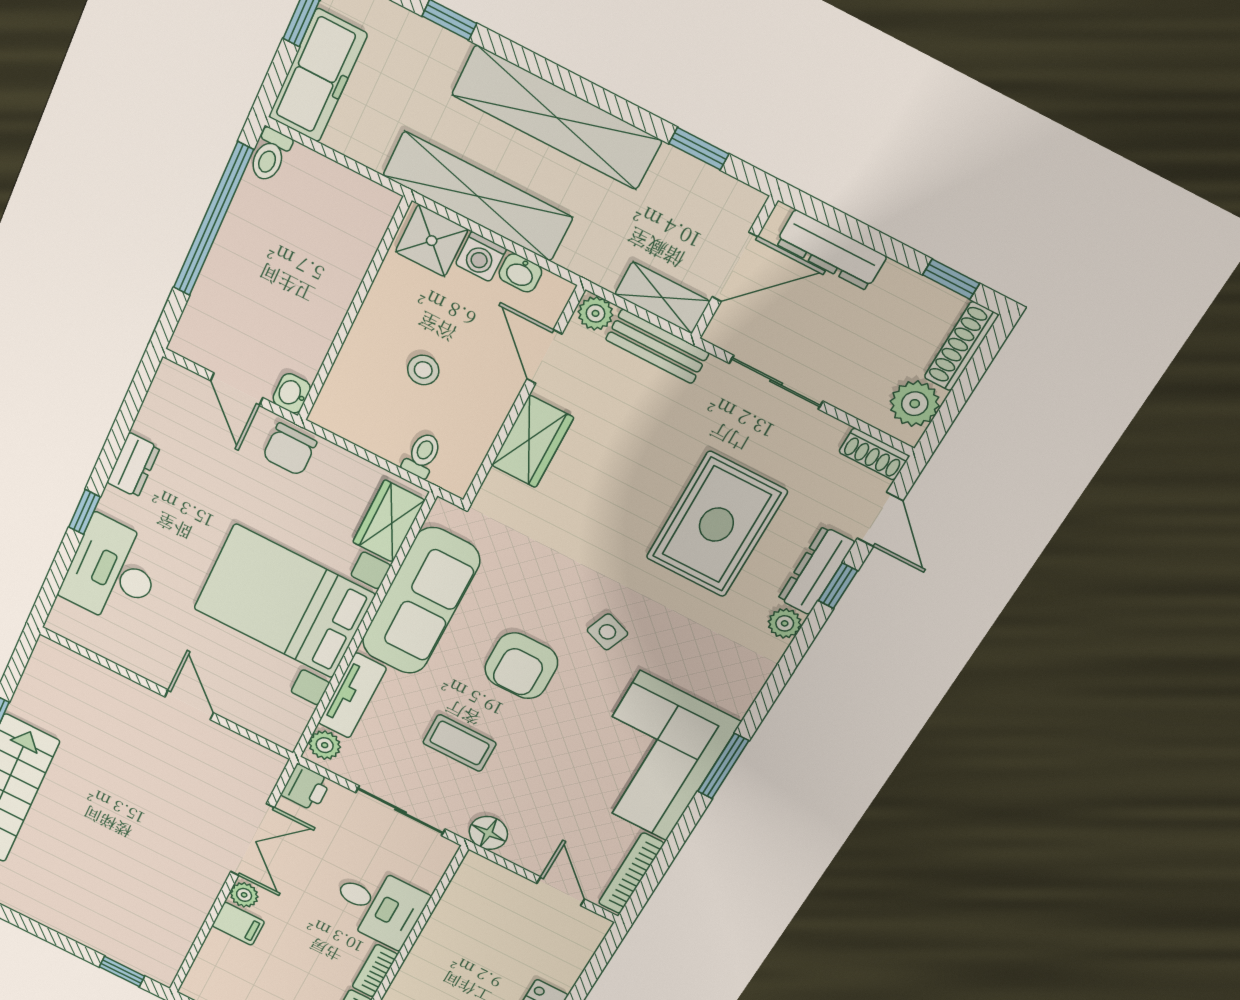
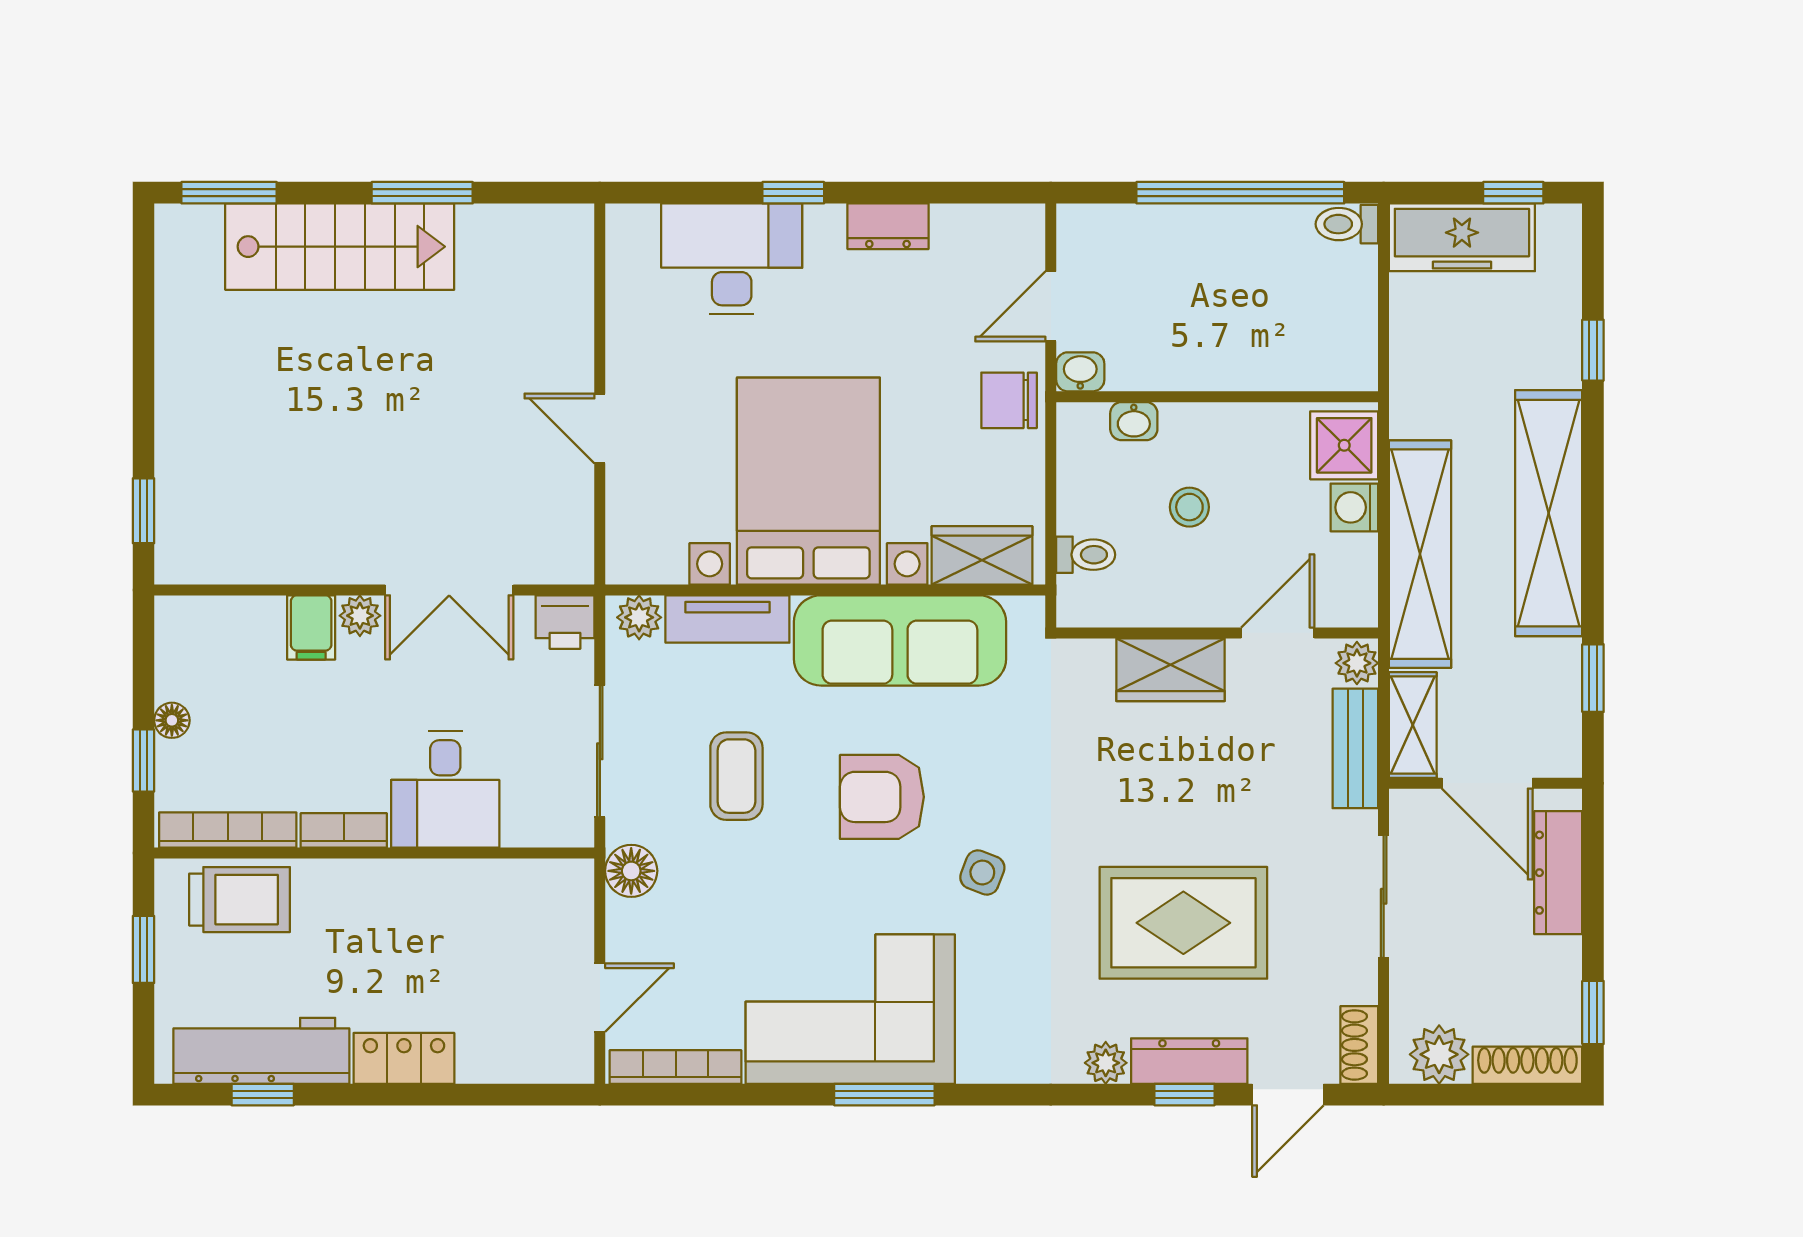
shelving: (478, 196) -> (1420, 554), moved
washbasin: (520, 273) -> (1134, 421), moved, turned -90
door: (189, 705) -> (600, 429), swing flipped

